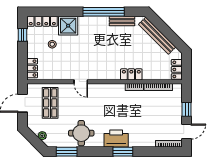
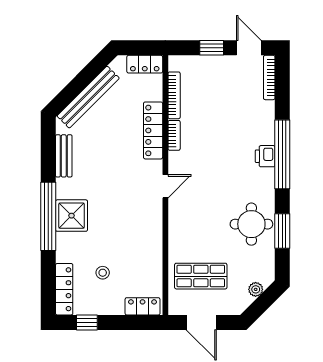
window: (104, 12) -> (48, 216), moved
shower: (68, 26) -> (72, 216), moved
locker: (131, 74) -> (153, 130), width x1.53
door: (81, 82) -> (165, 186), moved
printer: (116, 139) -> (265, 156), width x0.53, depth x0.68
window: (67, 152) -> (282, 231), moved
window: (123, 152) -> (282, 154), width x2.11

